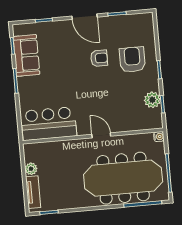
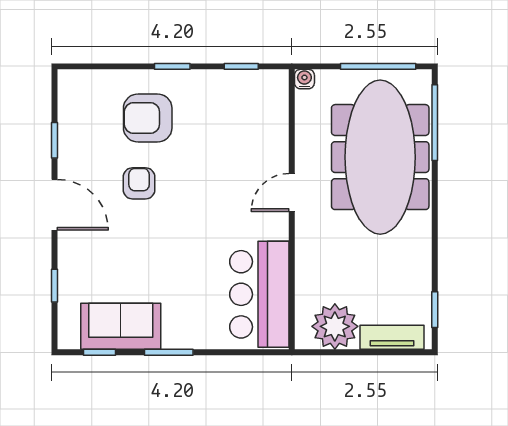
door: (85, 17) -> (54, 205), hinge flipped
plant: (152, 100) -> (231, 86), removed
plant: (31, 169) -> (335, 326), width x1.87, depth x1.87

